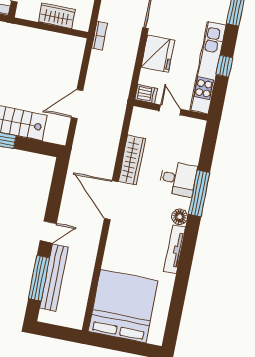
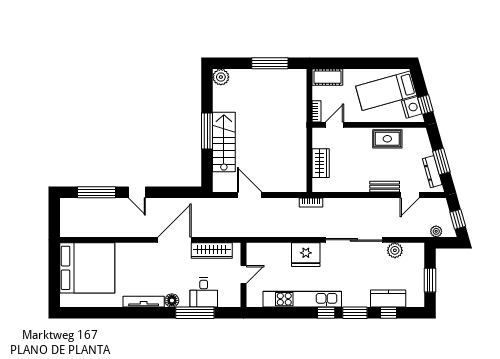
window: (224, 66) -> (326, 313), moved
dishwasher: (146, 94) -> (270, 251), removed
door: (170, 110) -> (243, 274), moved
wall: (171, 110) -> (243, 275), moved
bench: (54, 278) -> (100, 205), removed

